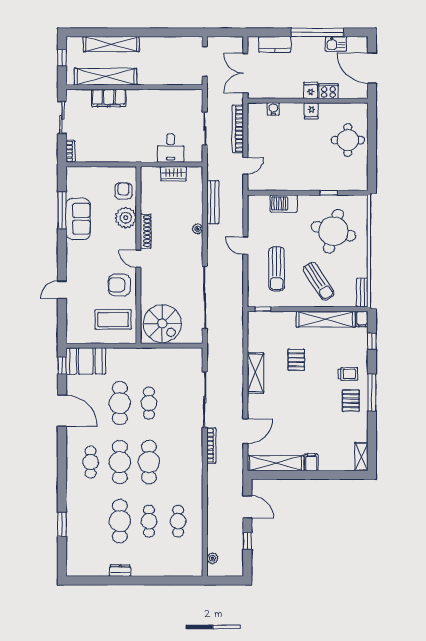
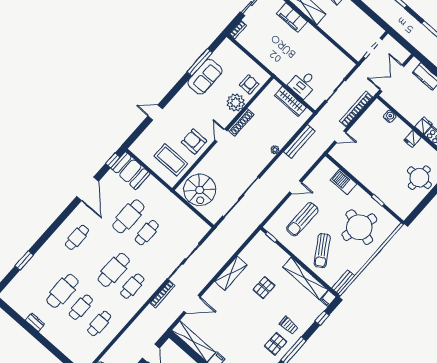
wardrobe: (173, 174) -> (290, 101), width x1.50
door: (245, 246) -> (296, 187), swing flipped
cafe table: (120, 462) -> (132, 286), moved, width x0.73, depth x0.74

